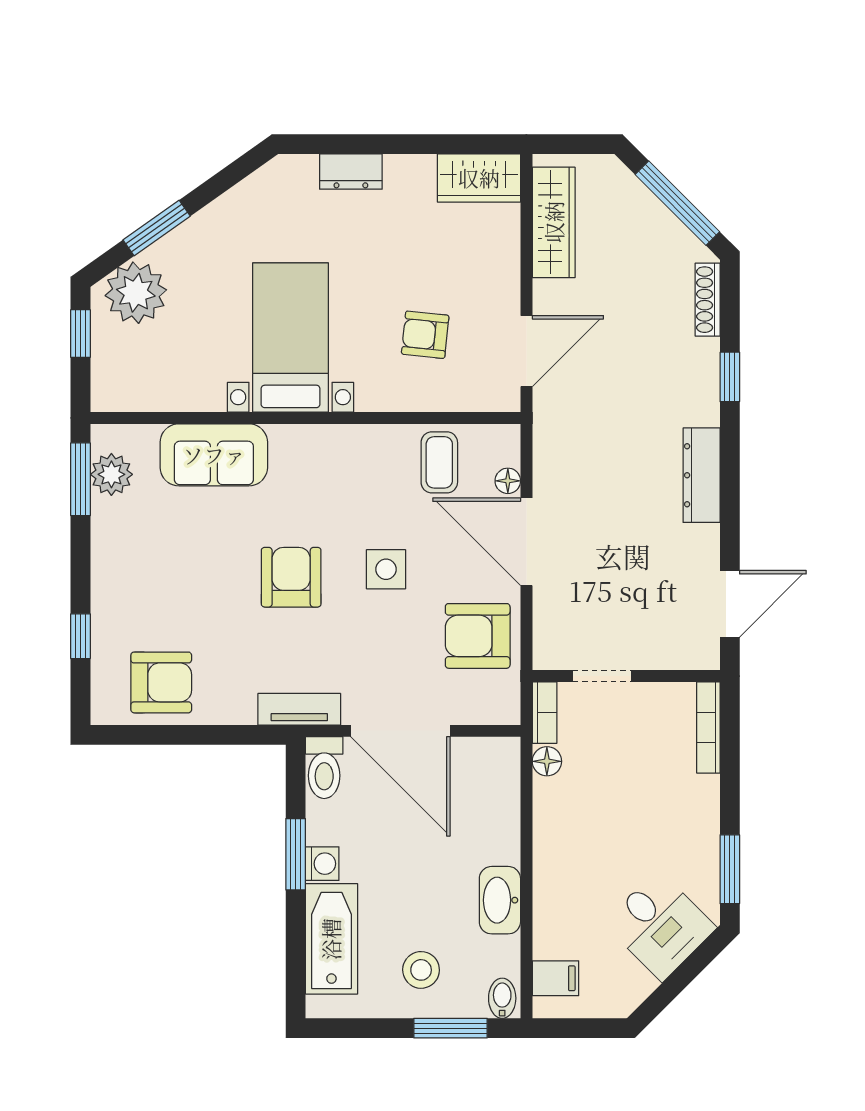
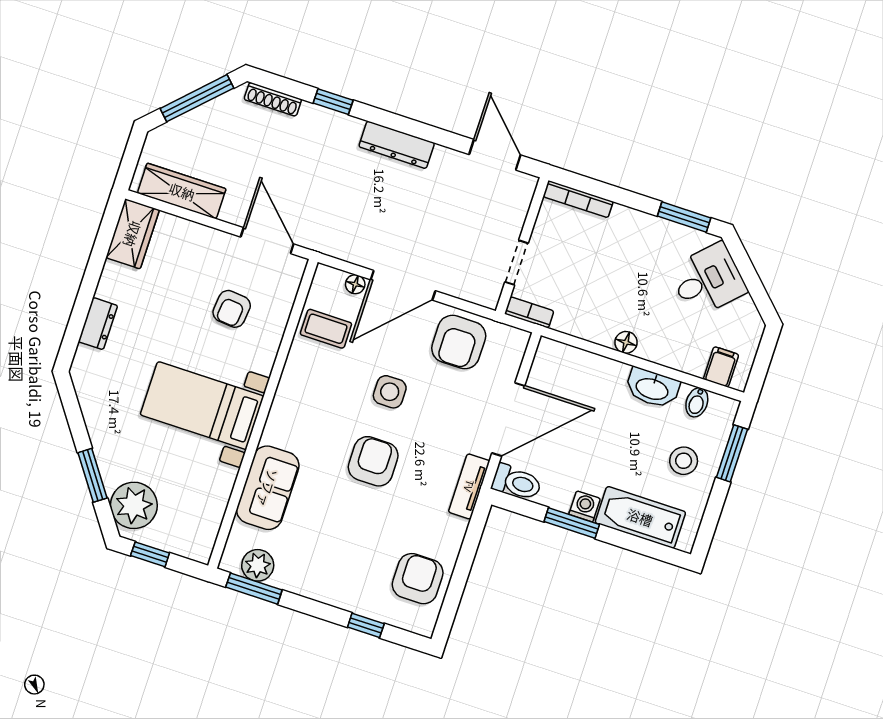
armchair: (291, 577) -> (373, 461), turned 90
floor lamp: (547, 761) -> (626, 342), moved
bidet: (502, 998) -> (697, 402), moved, turned -90

